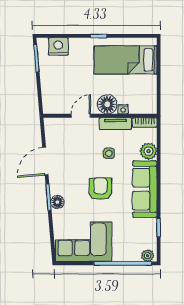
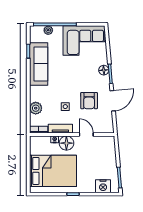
bed: (125, 60) -> (53, 171), width x1.50
door: (81, 116) -> (86, 135), swing flipped
armchair: (100, 189) -> (89, 101), moved
sofa: (145, 189) -> (39, 64), moved
plant: (148, 256) -> (48, 30), moved

